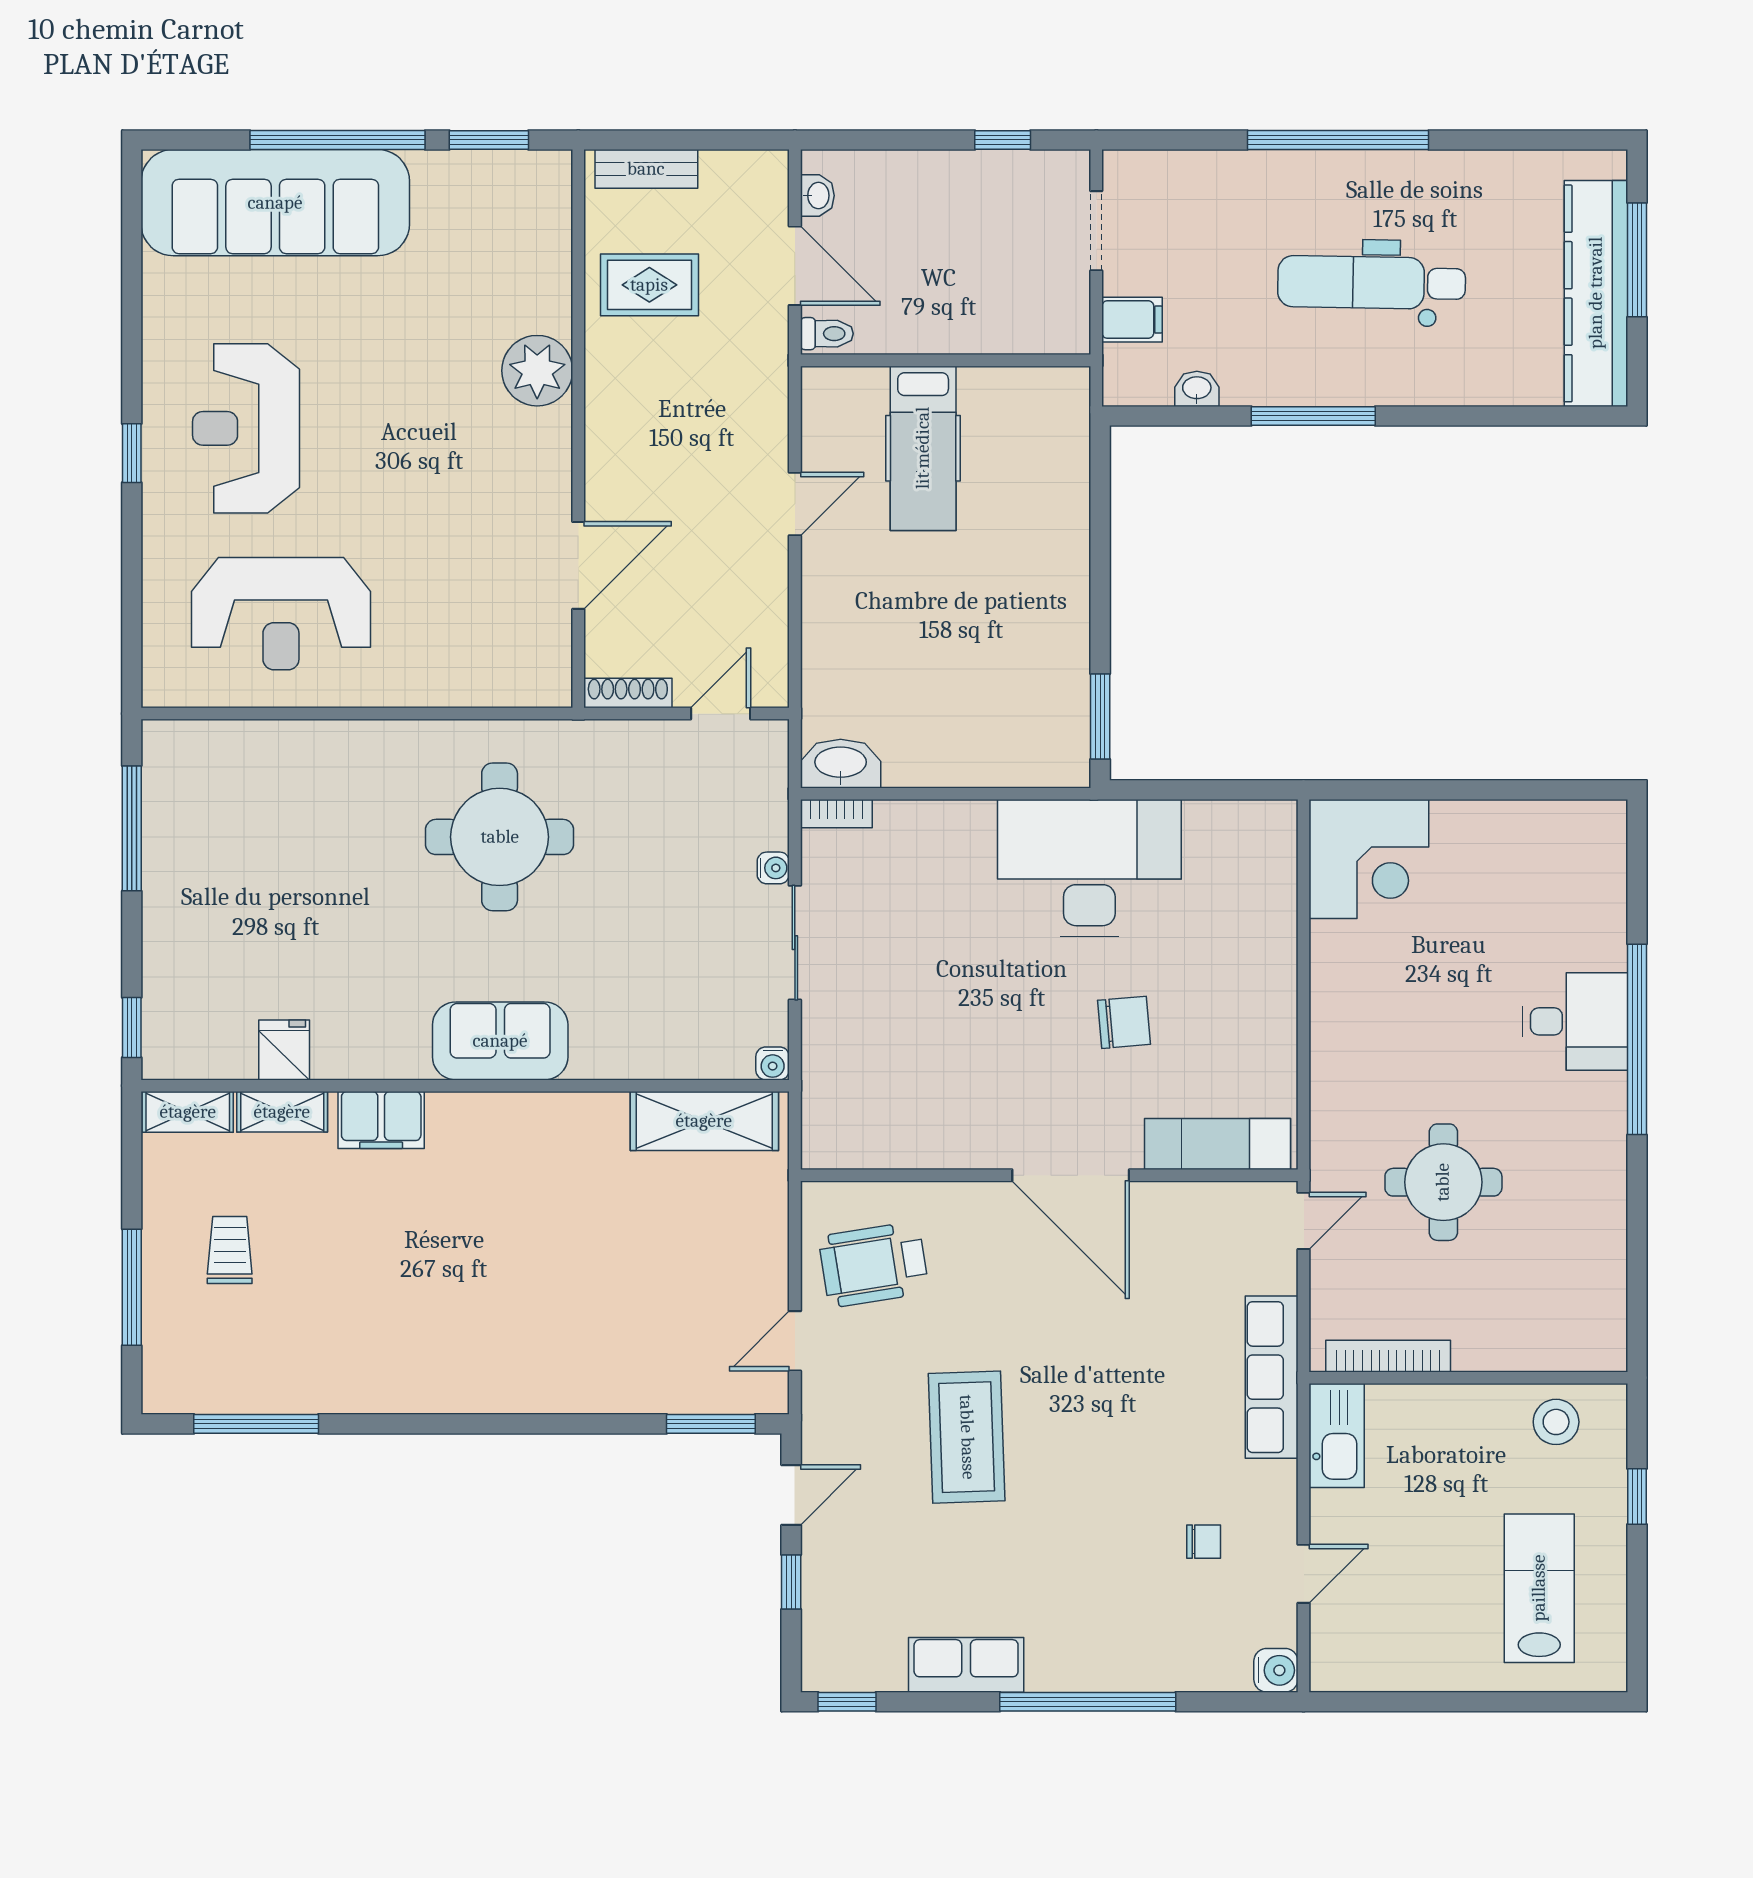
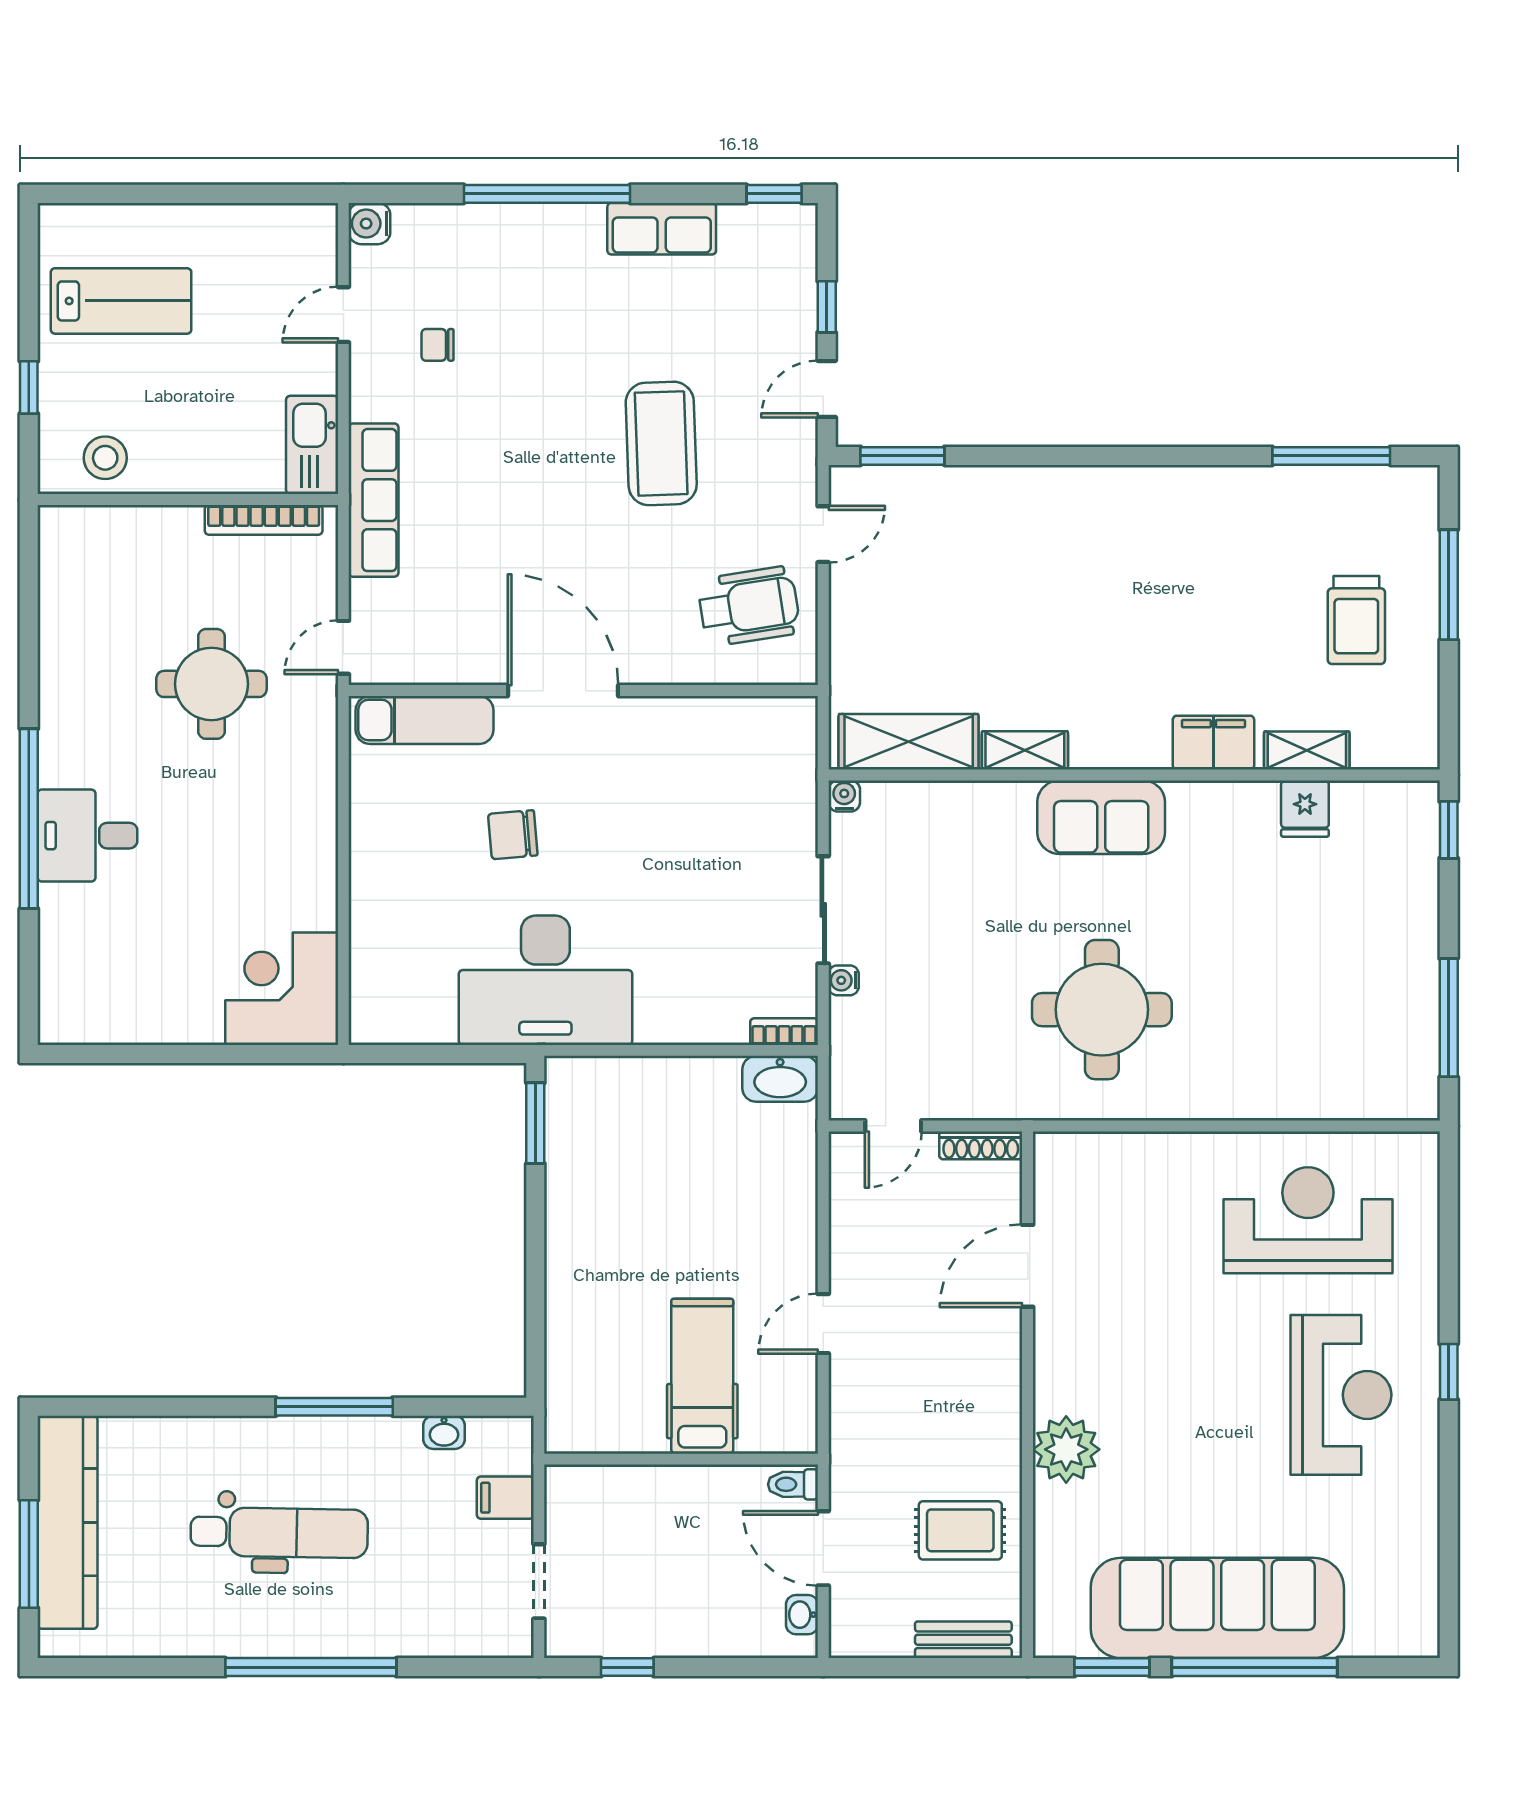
sofa: (275, 203) -> (1217, 1608), moved
shelving: (188, 1112) -> (1025, 750), moved
trolley: (230, 1250) -> (1356, 620), width x1.36, depth x1.39
lab bench: (1539, 1588) -> (121, 301), turned -90

